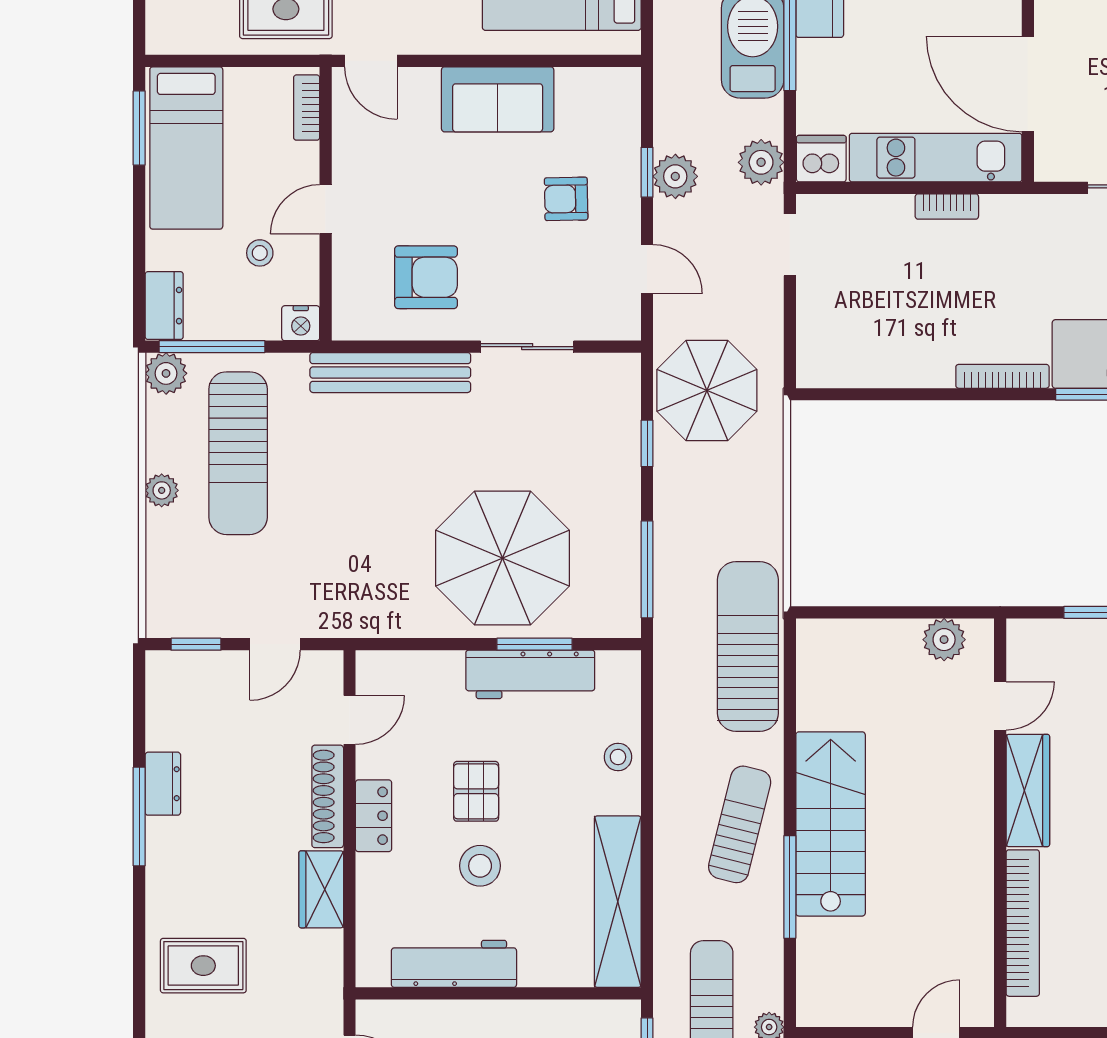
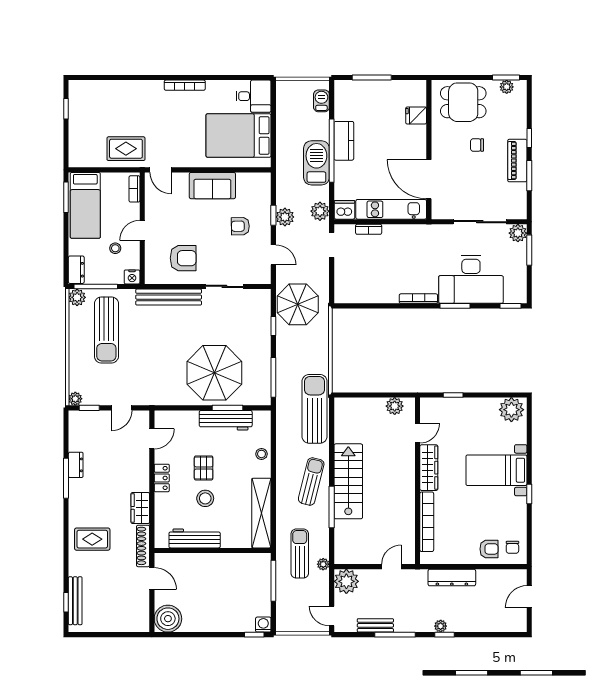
bookcase: (947, 207) -> (369, 229), moved
plant: (162, 490) -> (75, 399), moved
shoe rack: (328, 796) -> (143, 546), moved

